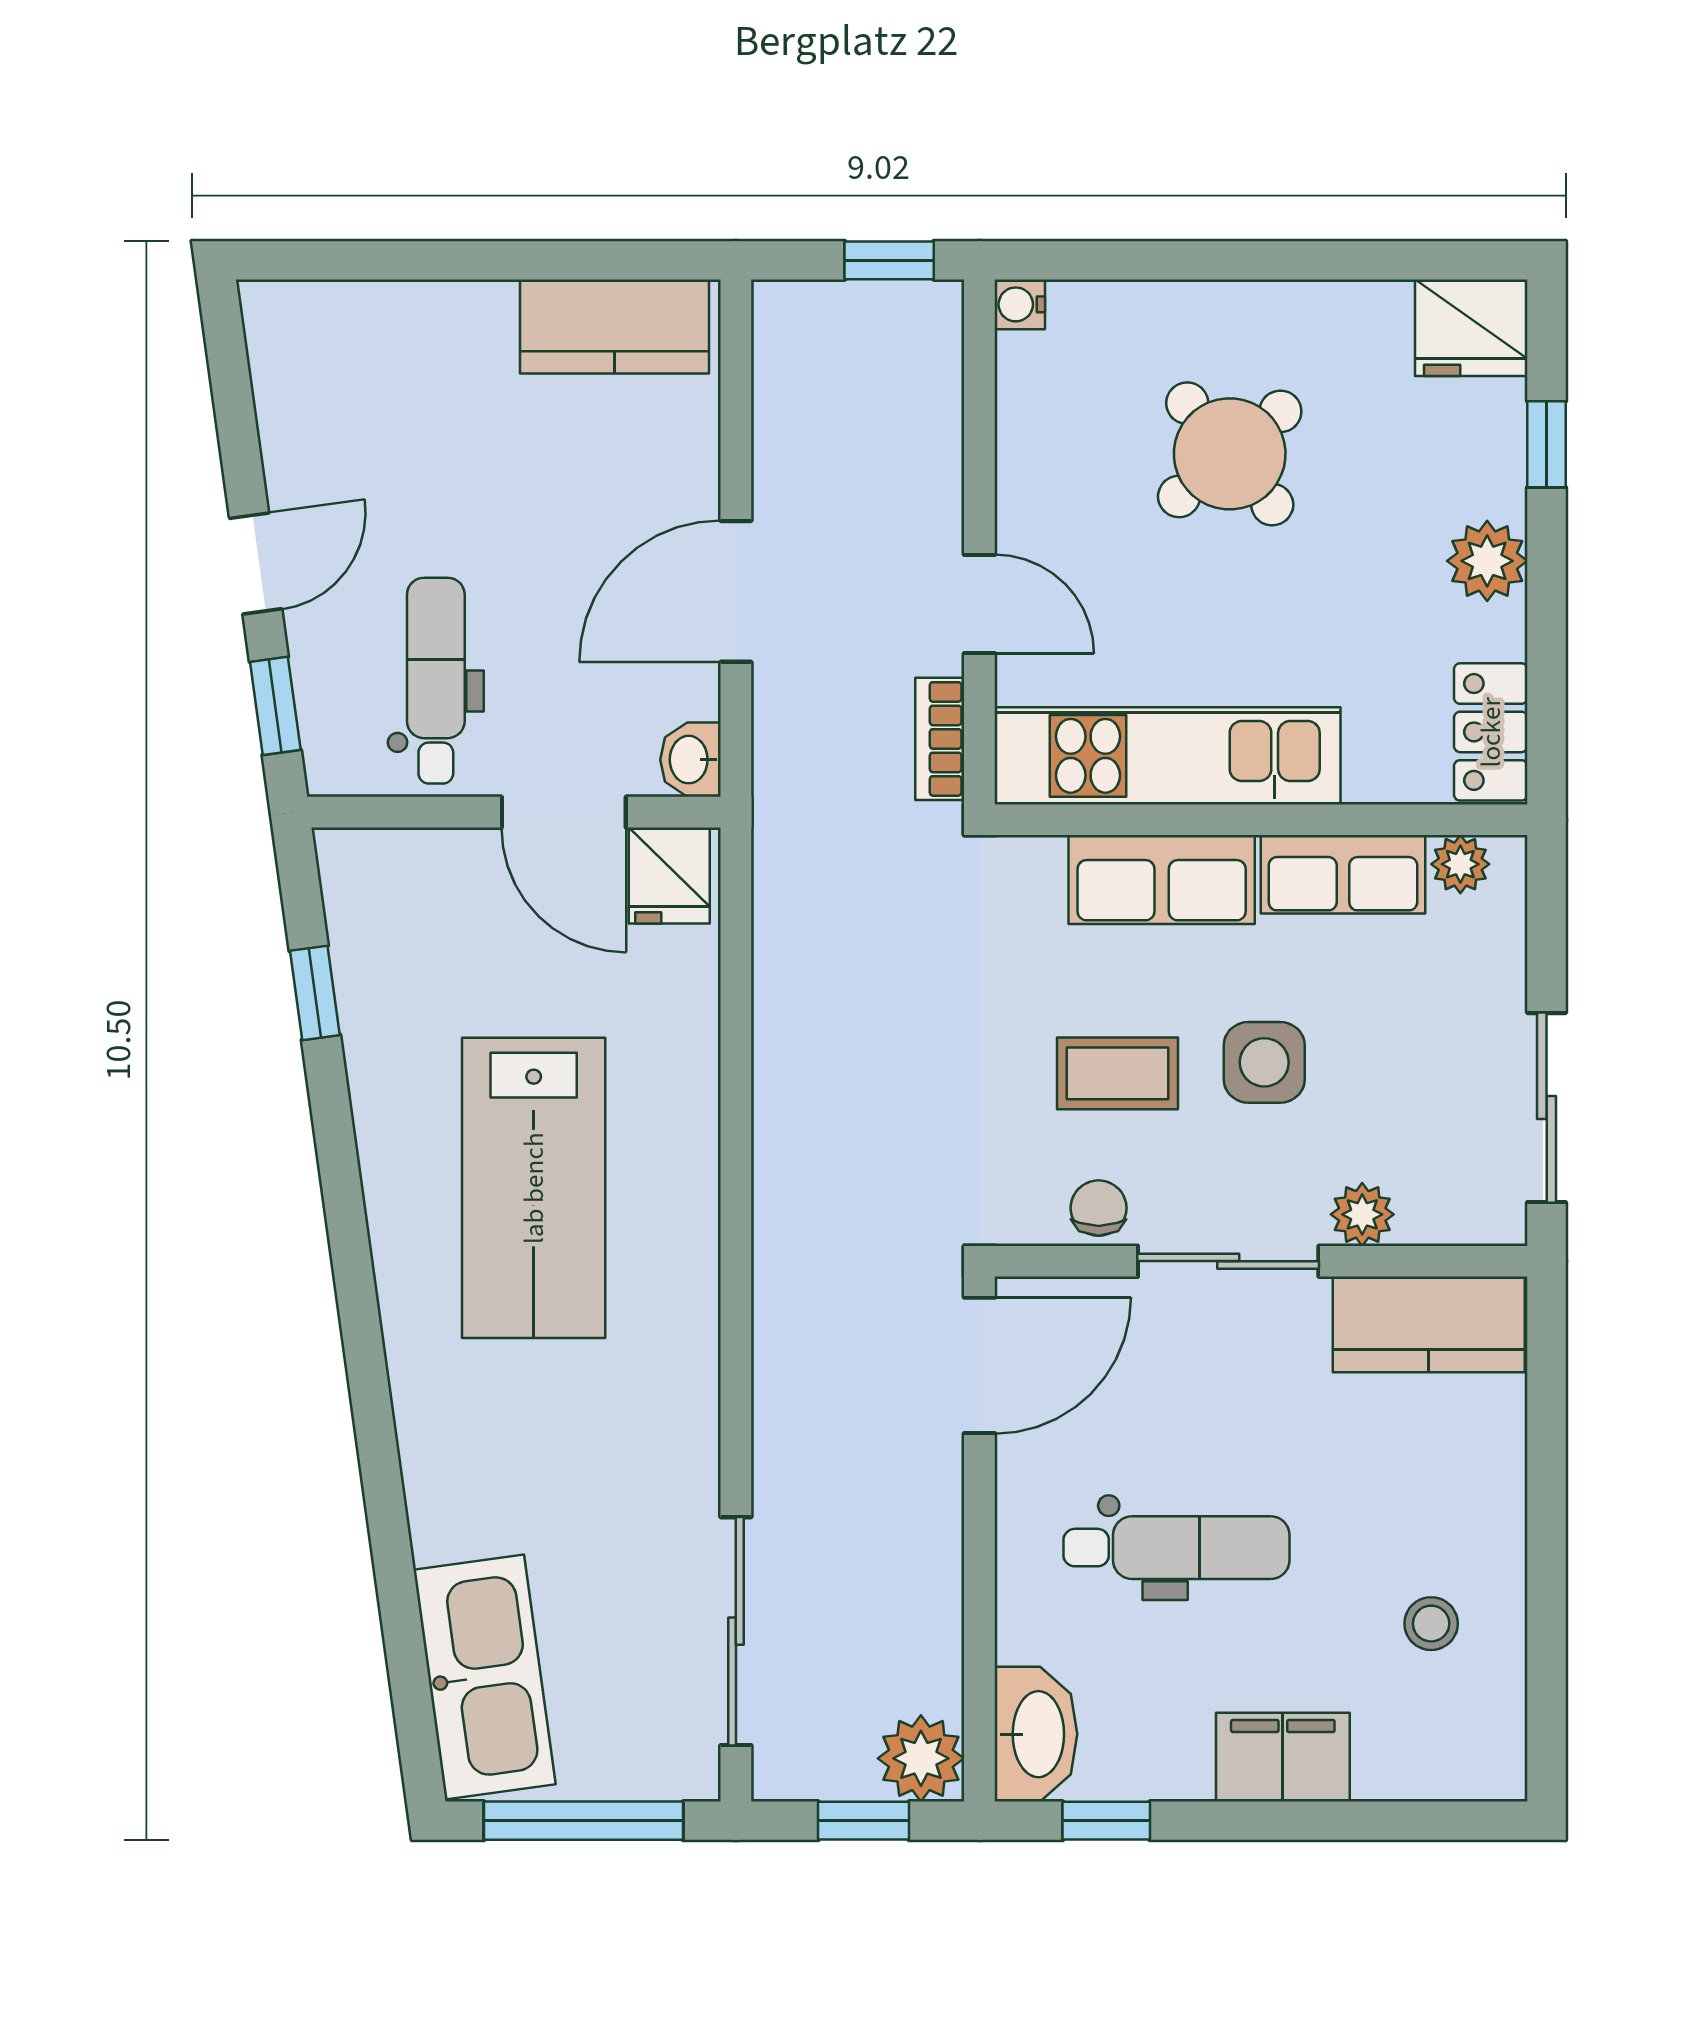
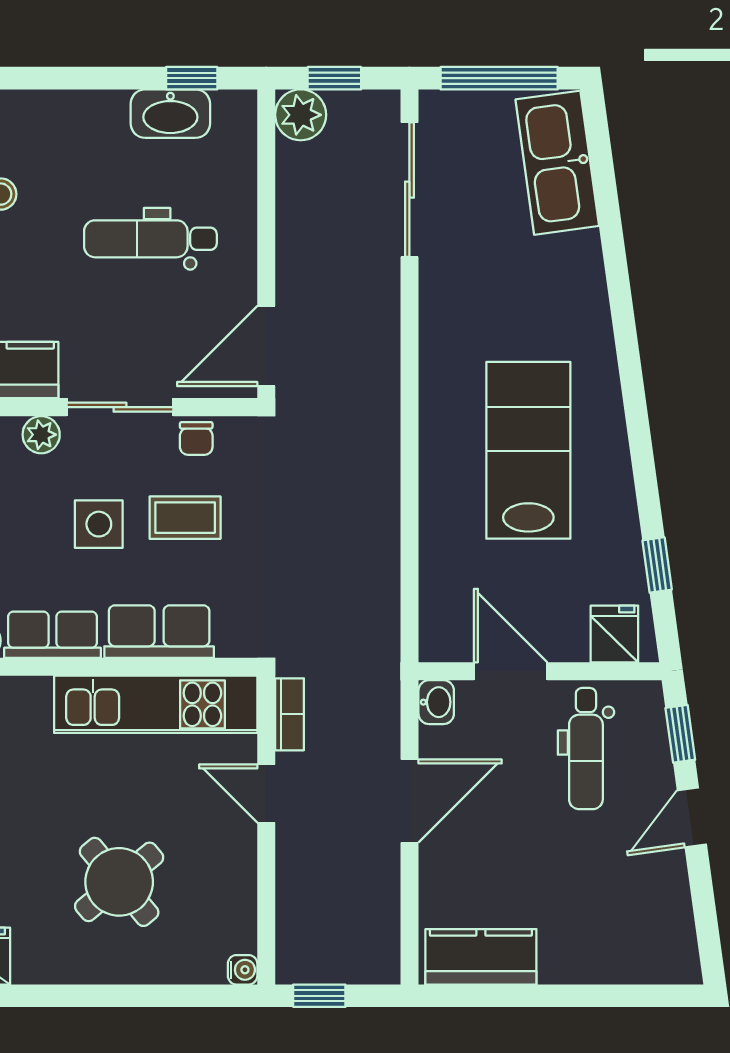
fridge: (669, 876) -> (614, 634), moved
washbasin: (1036, 1734) -> (170, 114), moved, turned -90
filing cabinet: (1283, 1757) -> (88, 116), removed

